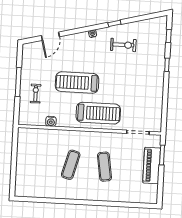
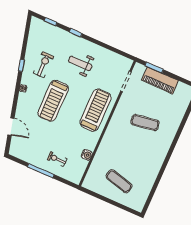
weight bench: (138, 81) -> (80, 63), added
treadmill: (77, 82) -> (53, 101), moved
exercise mat: (71, 165) -> (119, 181), moved

